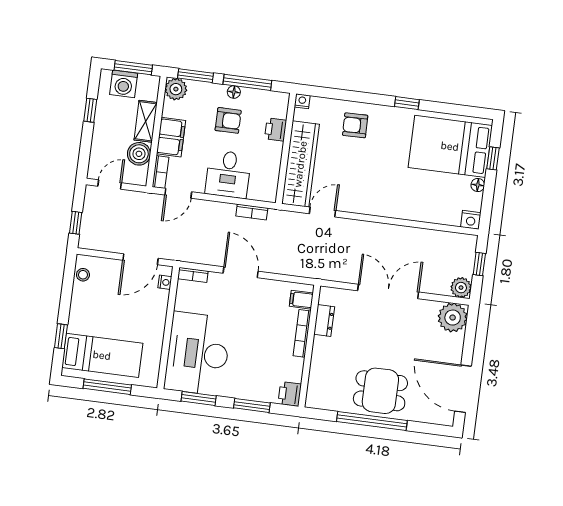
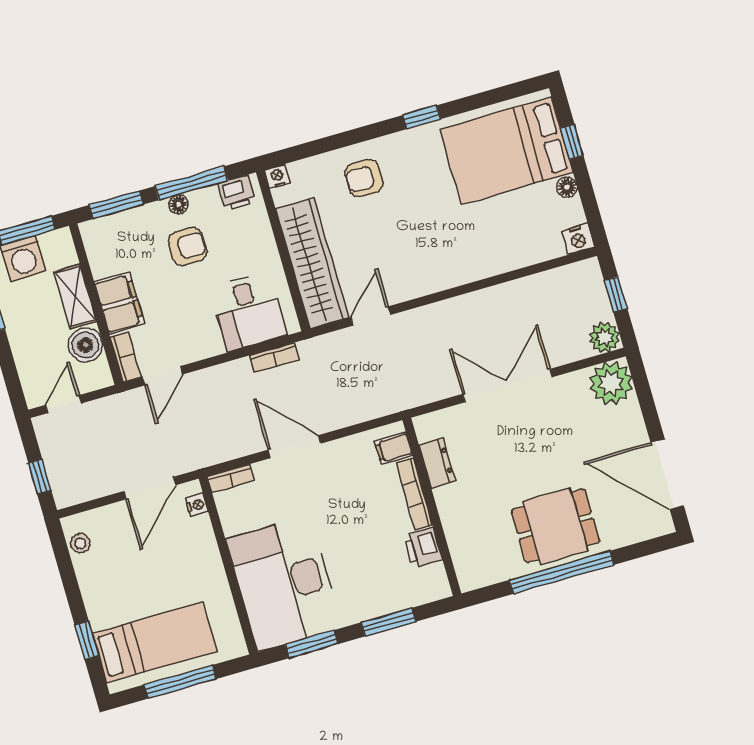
plant: (176, 89) -> (98, 235), removed
printer: (276, 130) -> (237, 193), moved, turned -90
desk: (228, 174) -> (249, 312), moved
printer: (290, 394) -> (423, 548), moved

